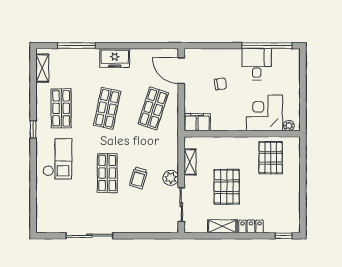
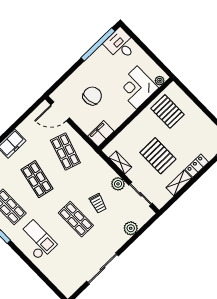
desk: (257, 64) -> (121, 45), moved
chair: (220, 84) -> (92, 96), width x1.87, depth x1.87
plant: (145, 225) -> (131, 228), added

